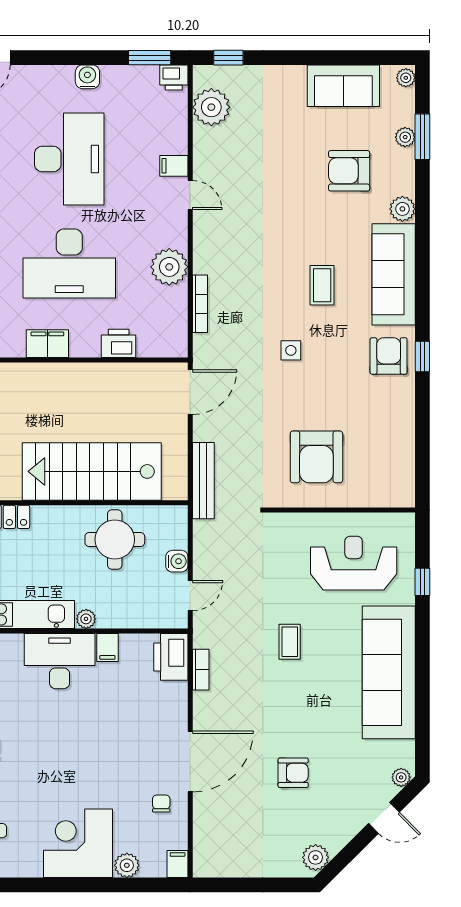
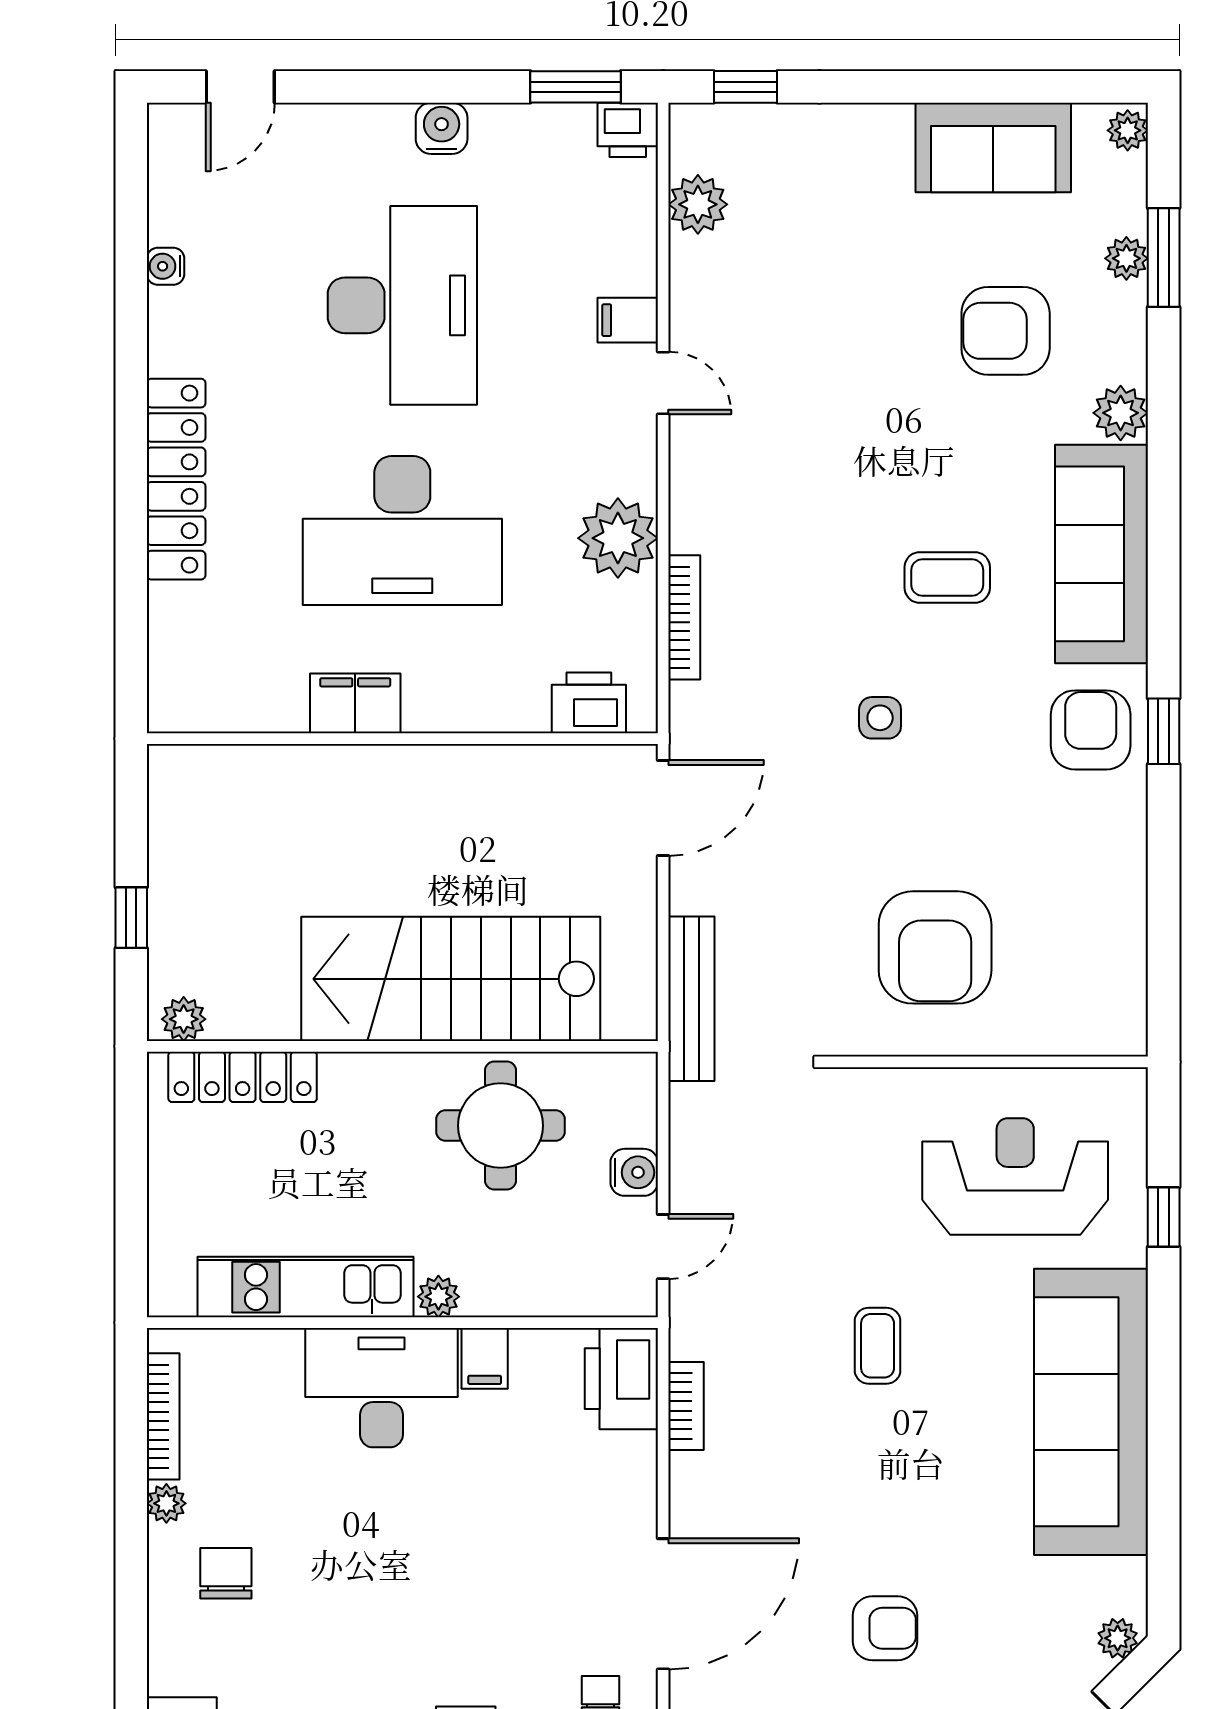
plant: (211, 107) -> (698, 204), width x0.73, depth x0.73
coffee table: (322, 285) -> (947, 577), turned 90
printer: (119, 343) -> (589, 703), moved

